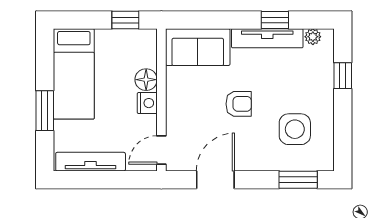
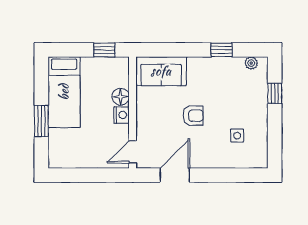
tv unit: (267, 38) -> (216, 64), removed
side table: (295, 129) -> (237, 136), width x0.54, depth x0.54
tv unit: (91, 162) -> (77, 161), removed
window: (298, 180) -> (240, 175), removed

